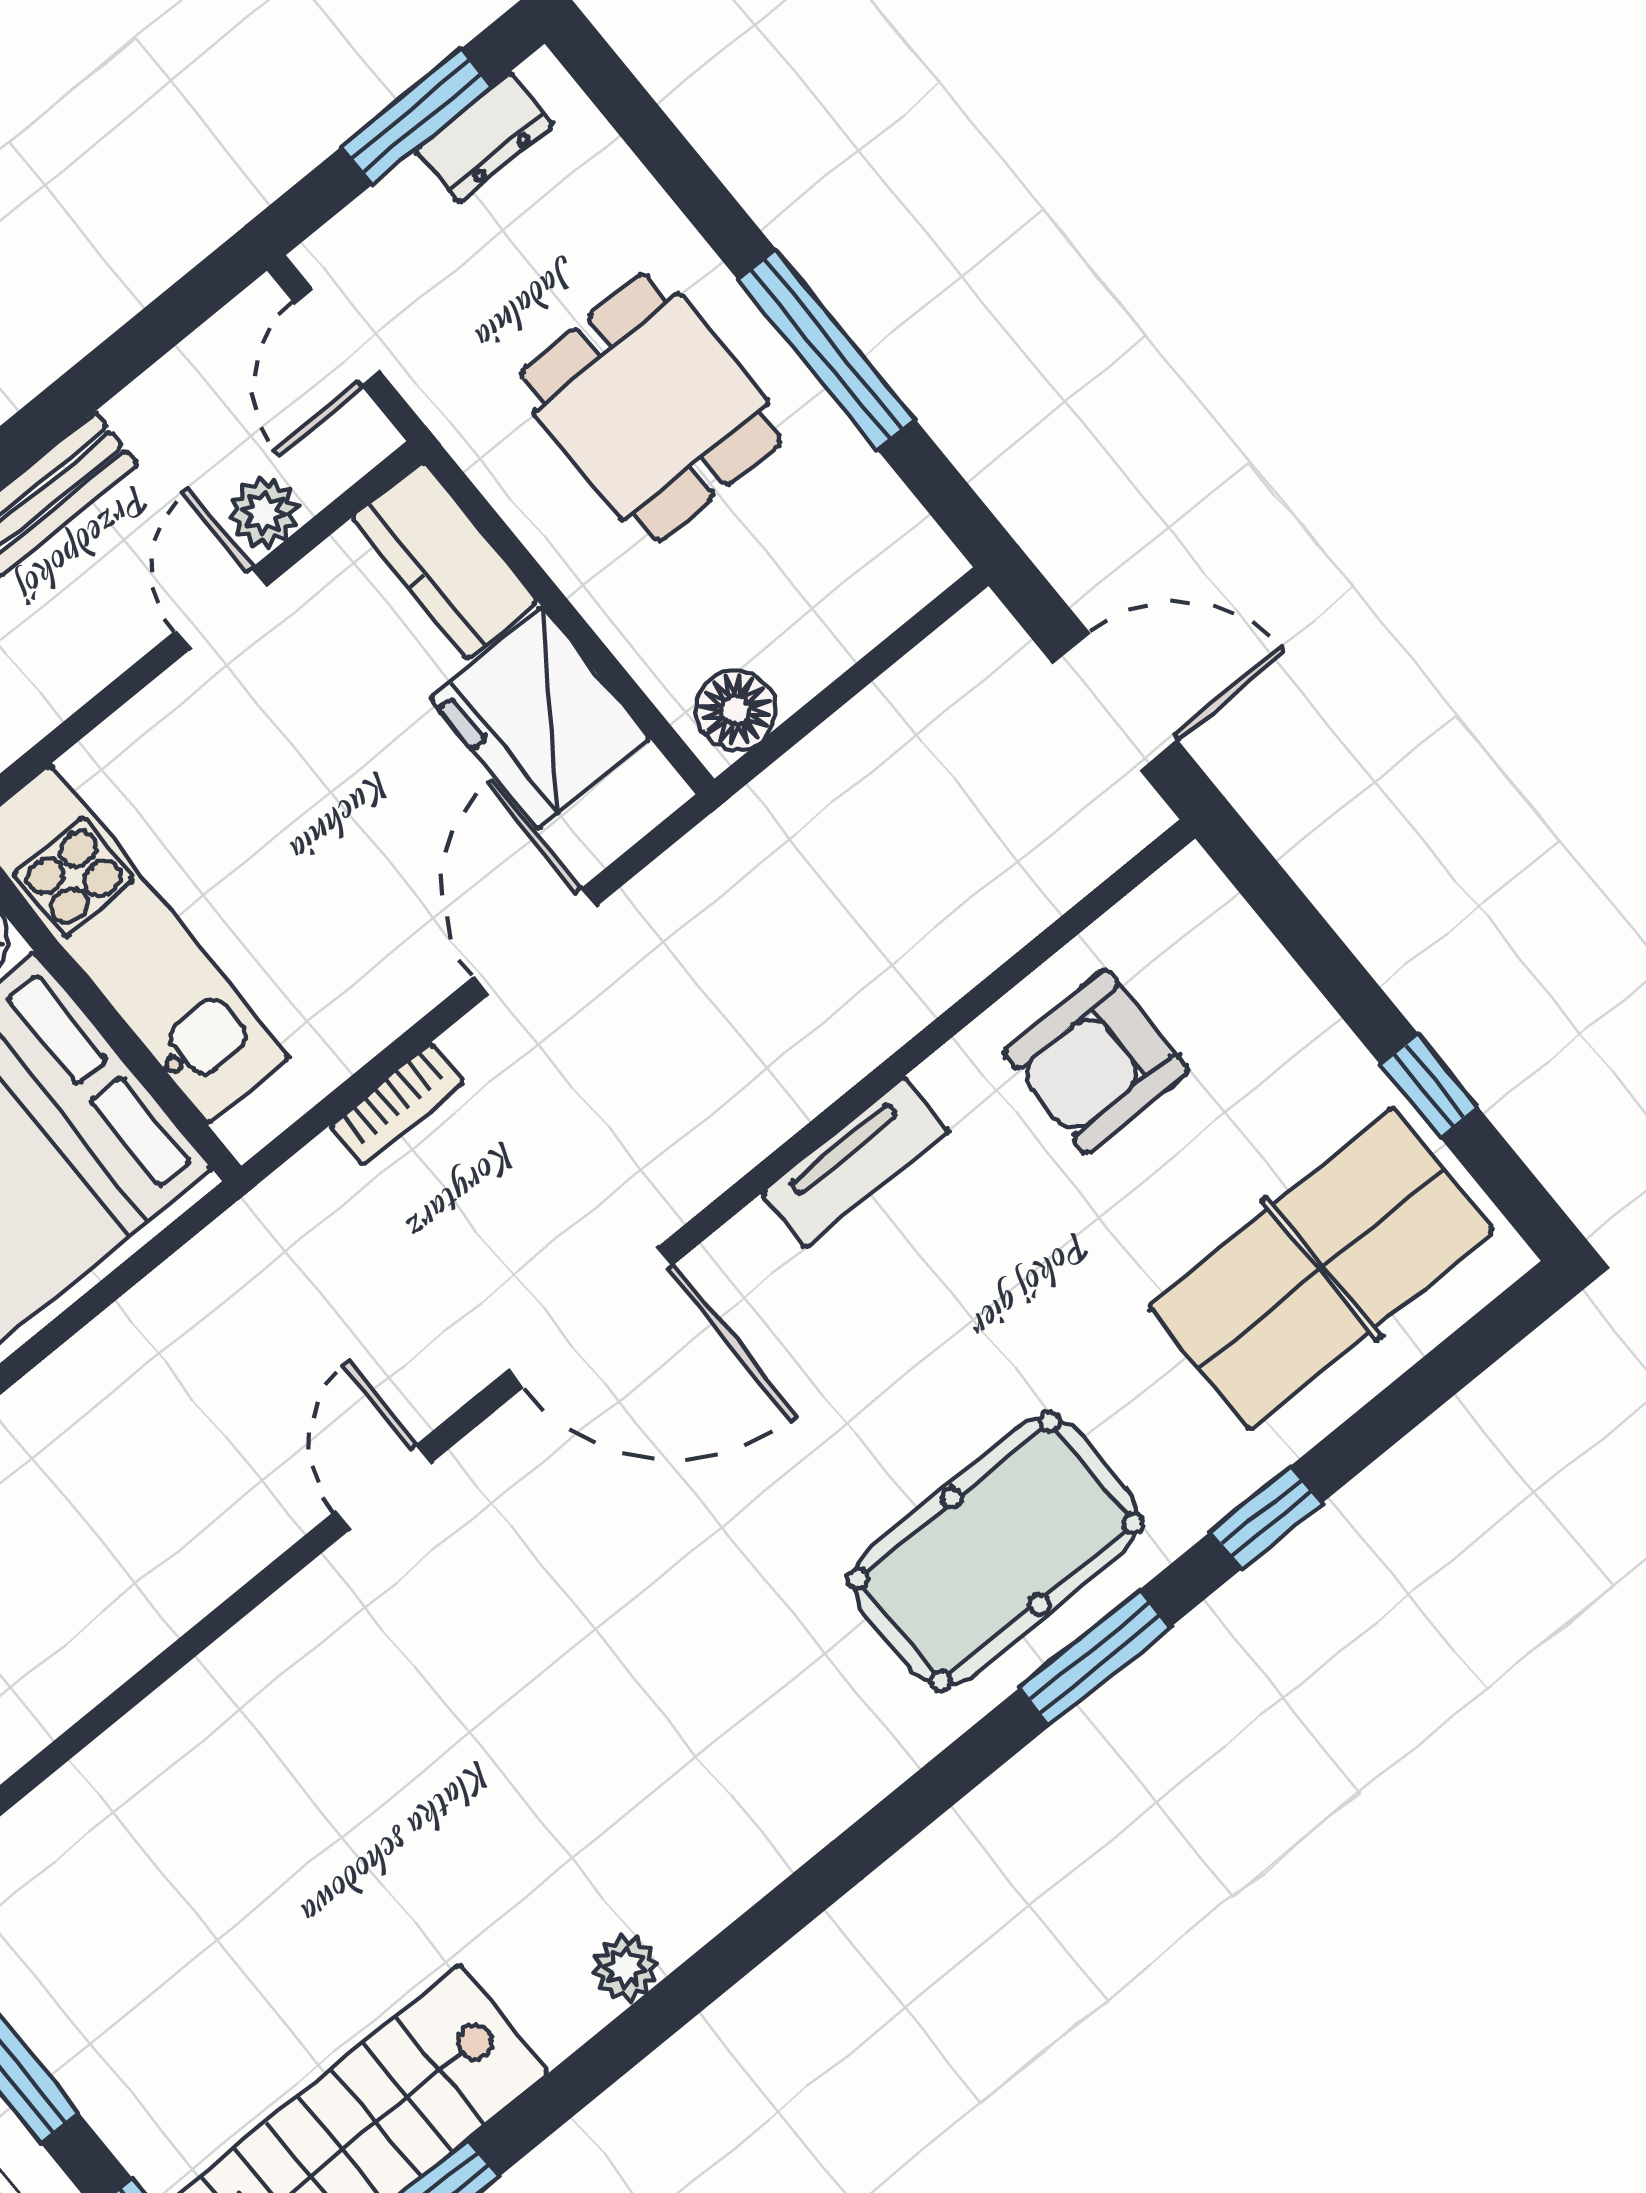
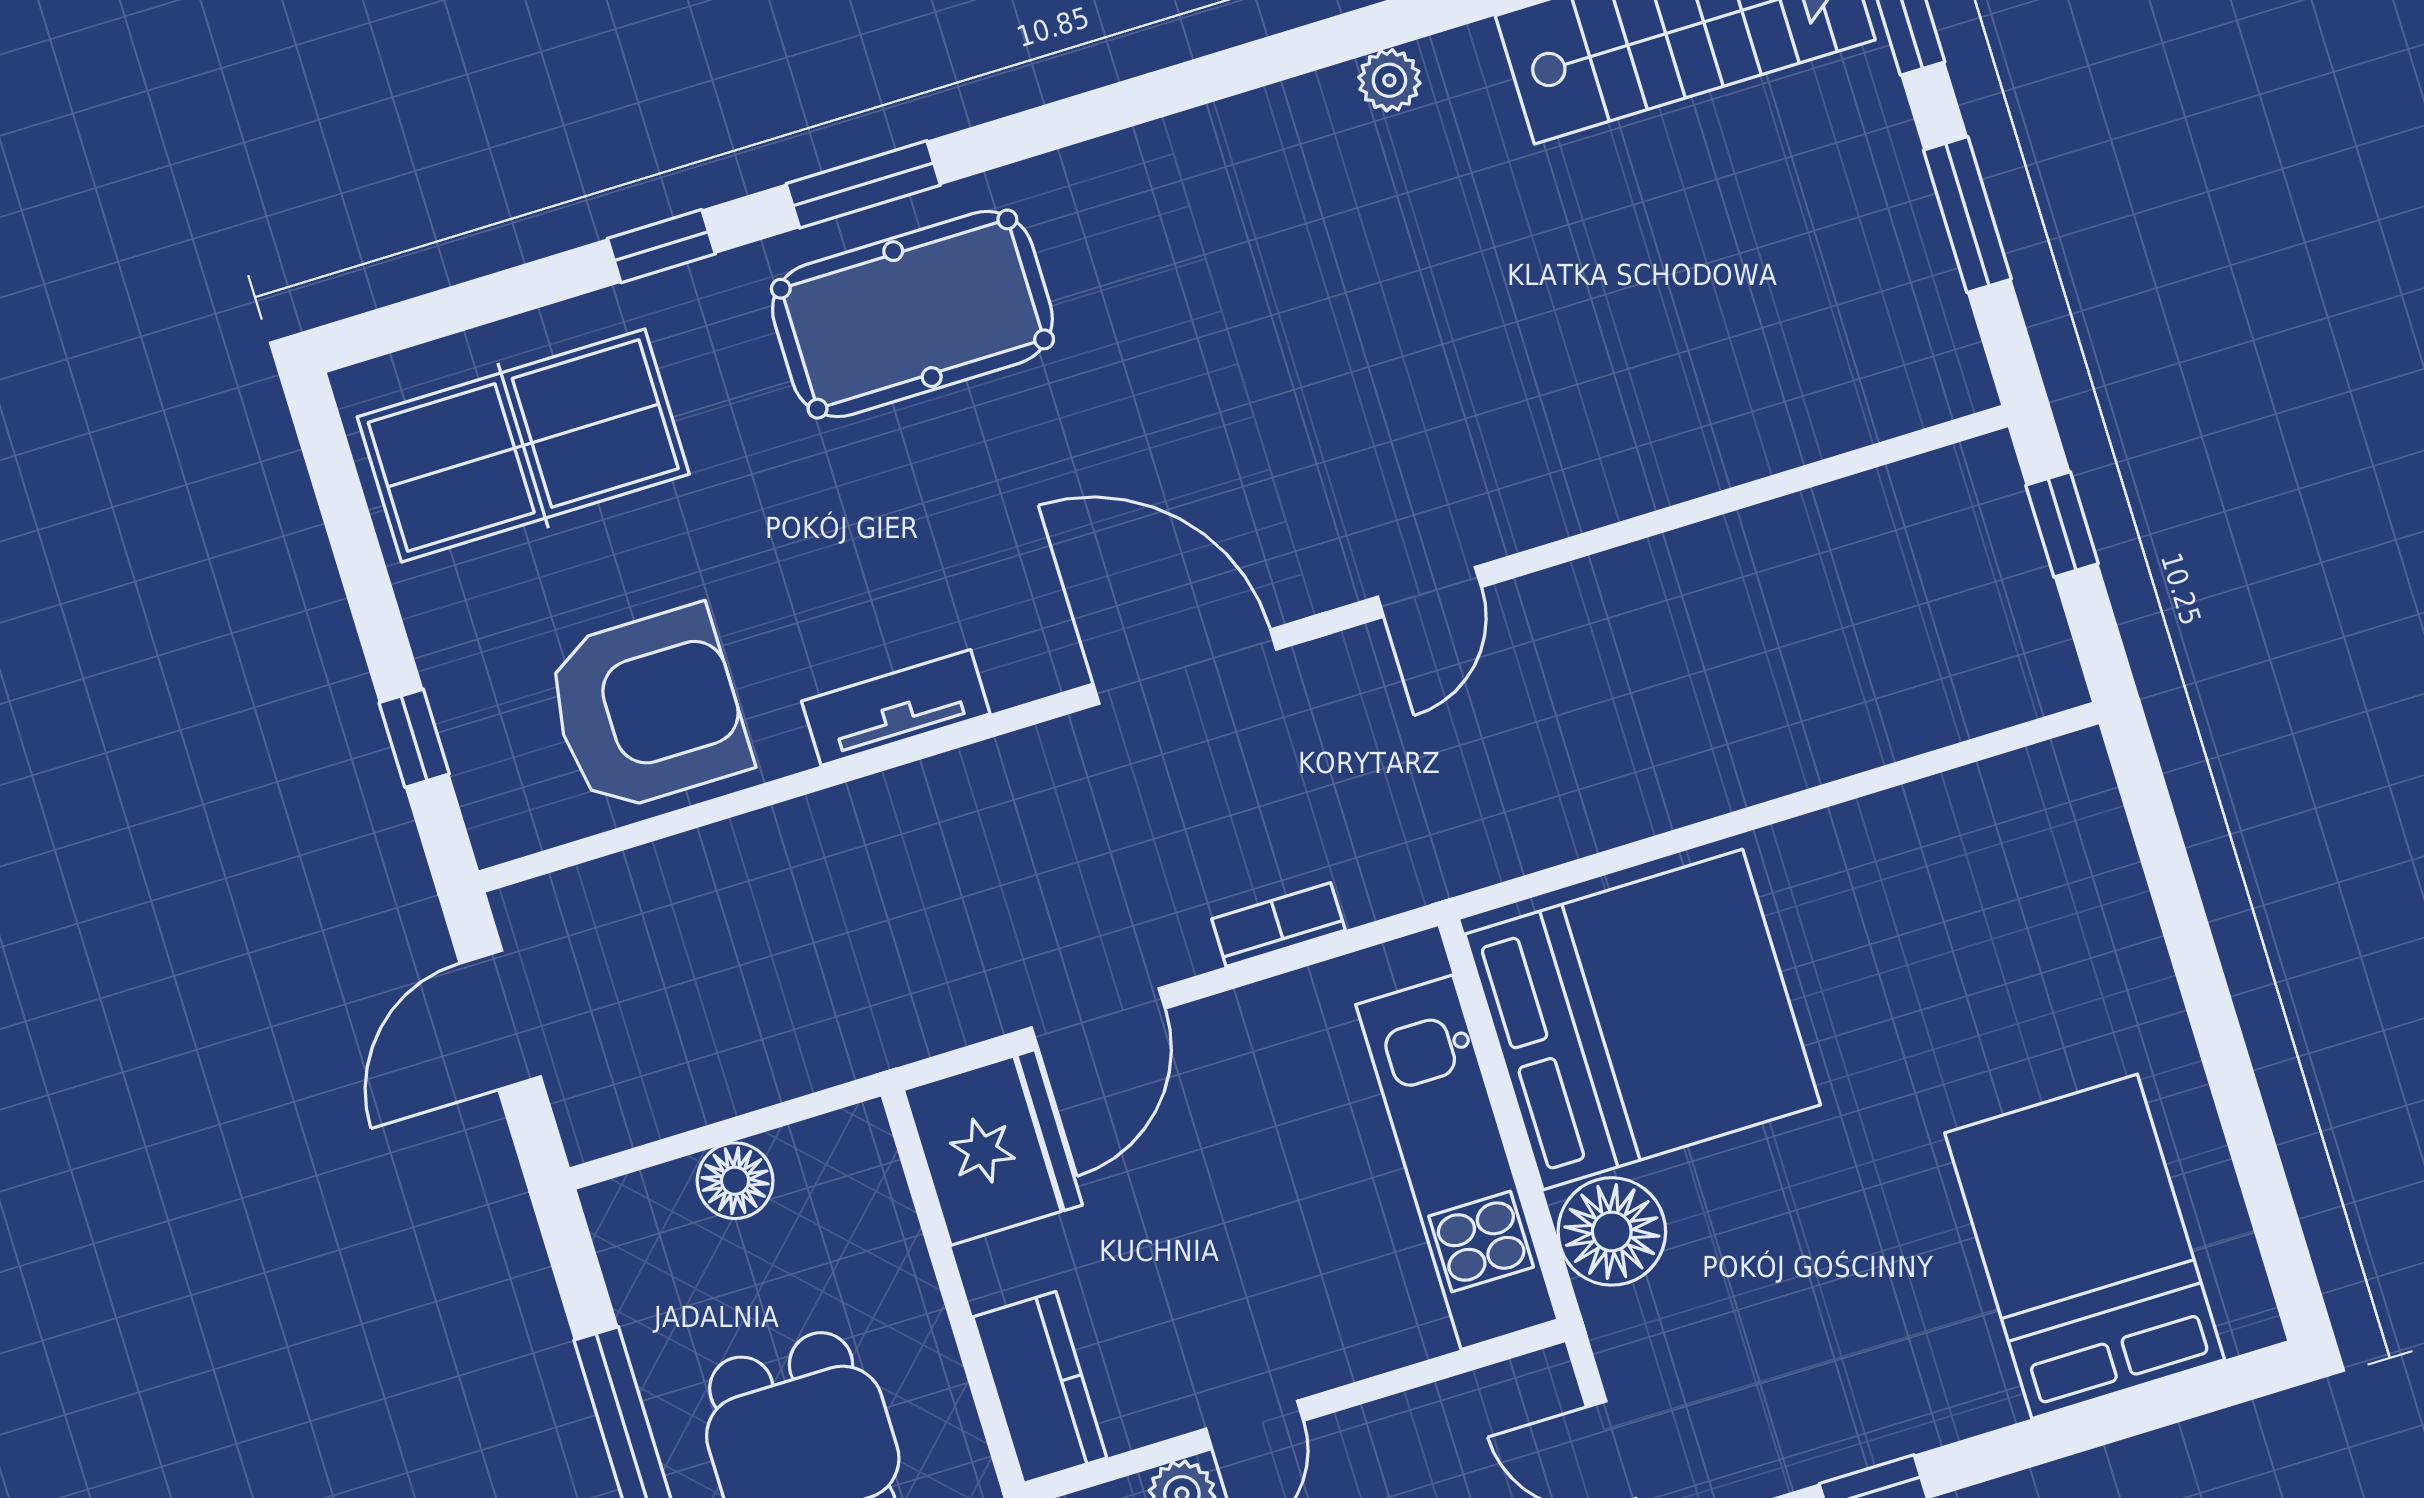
door: (1115, 701) -> (500, 1020), hinge flipped
floor lamp: (736, 710) -> (735, 1181), moved
fridge: (540, 718) -> (993, 1147), moved
armchair: (1096, 1062) -> (647, 709), width x1.36, depth x1.36
window: (1429, 1086) -> (414, 738), moved

